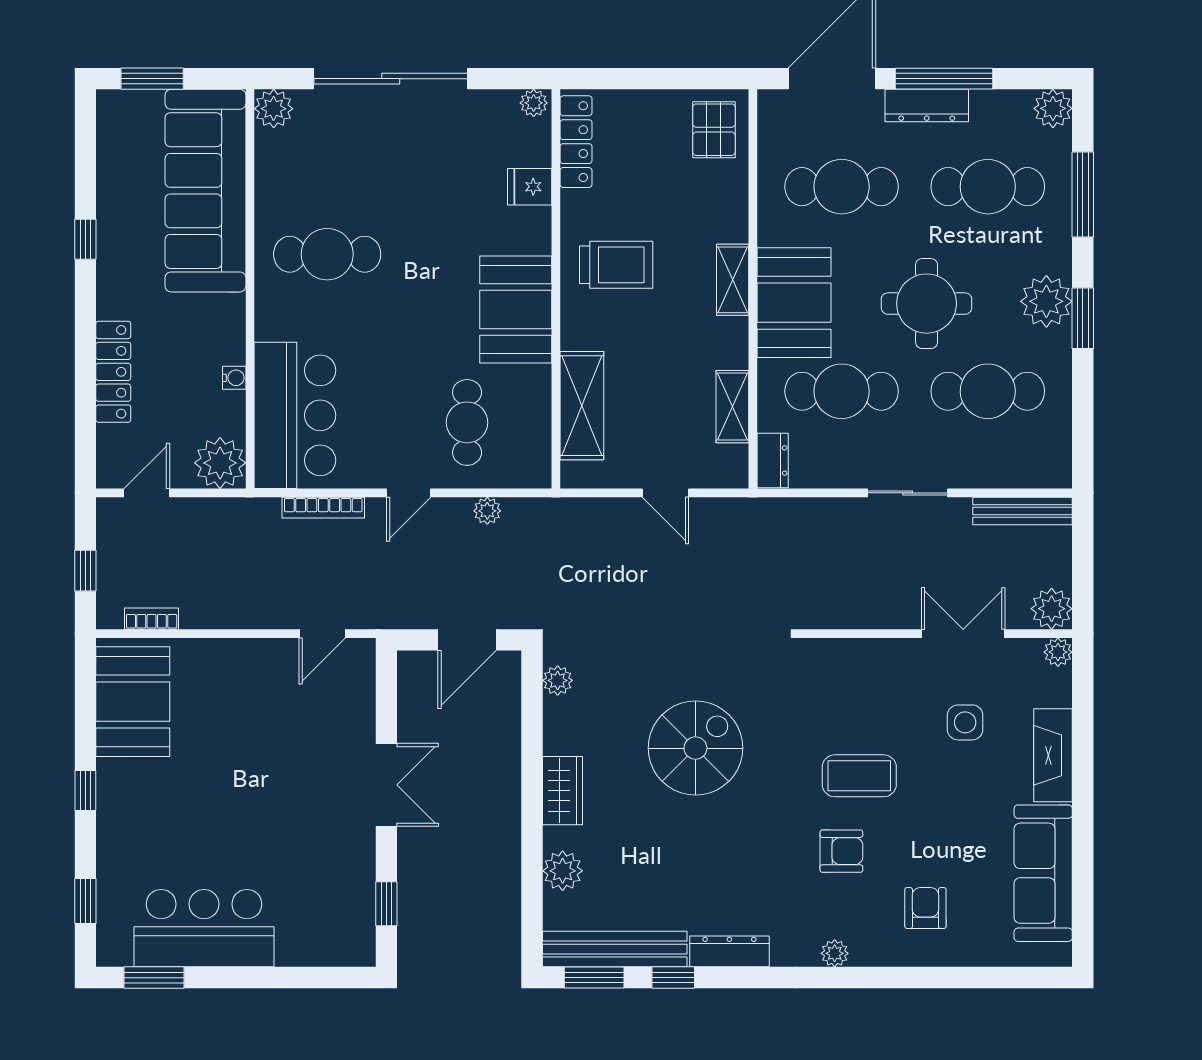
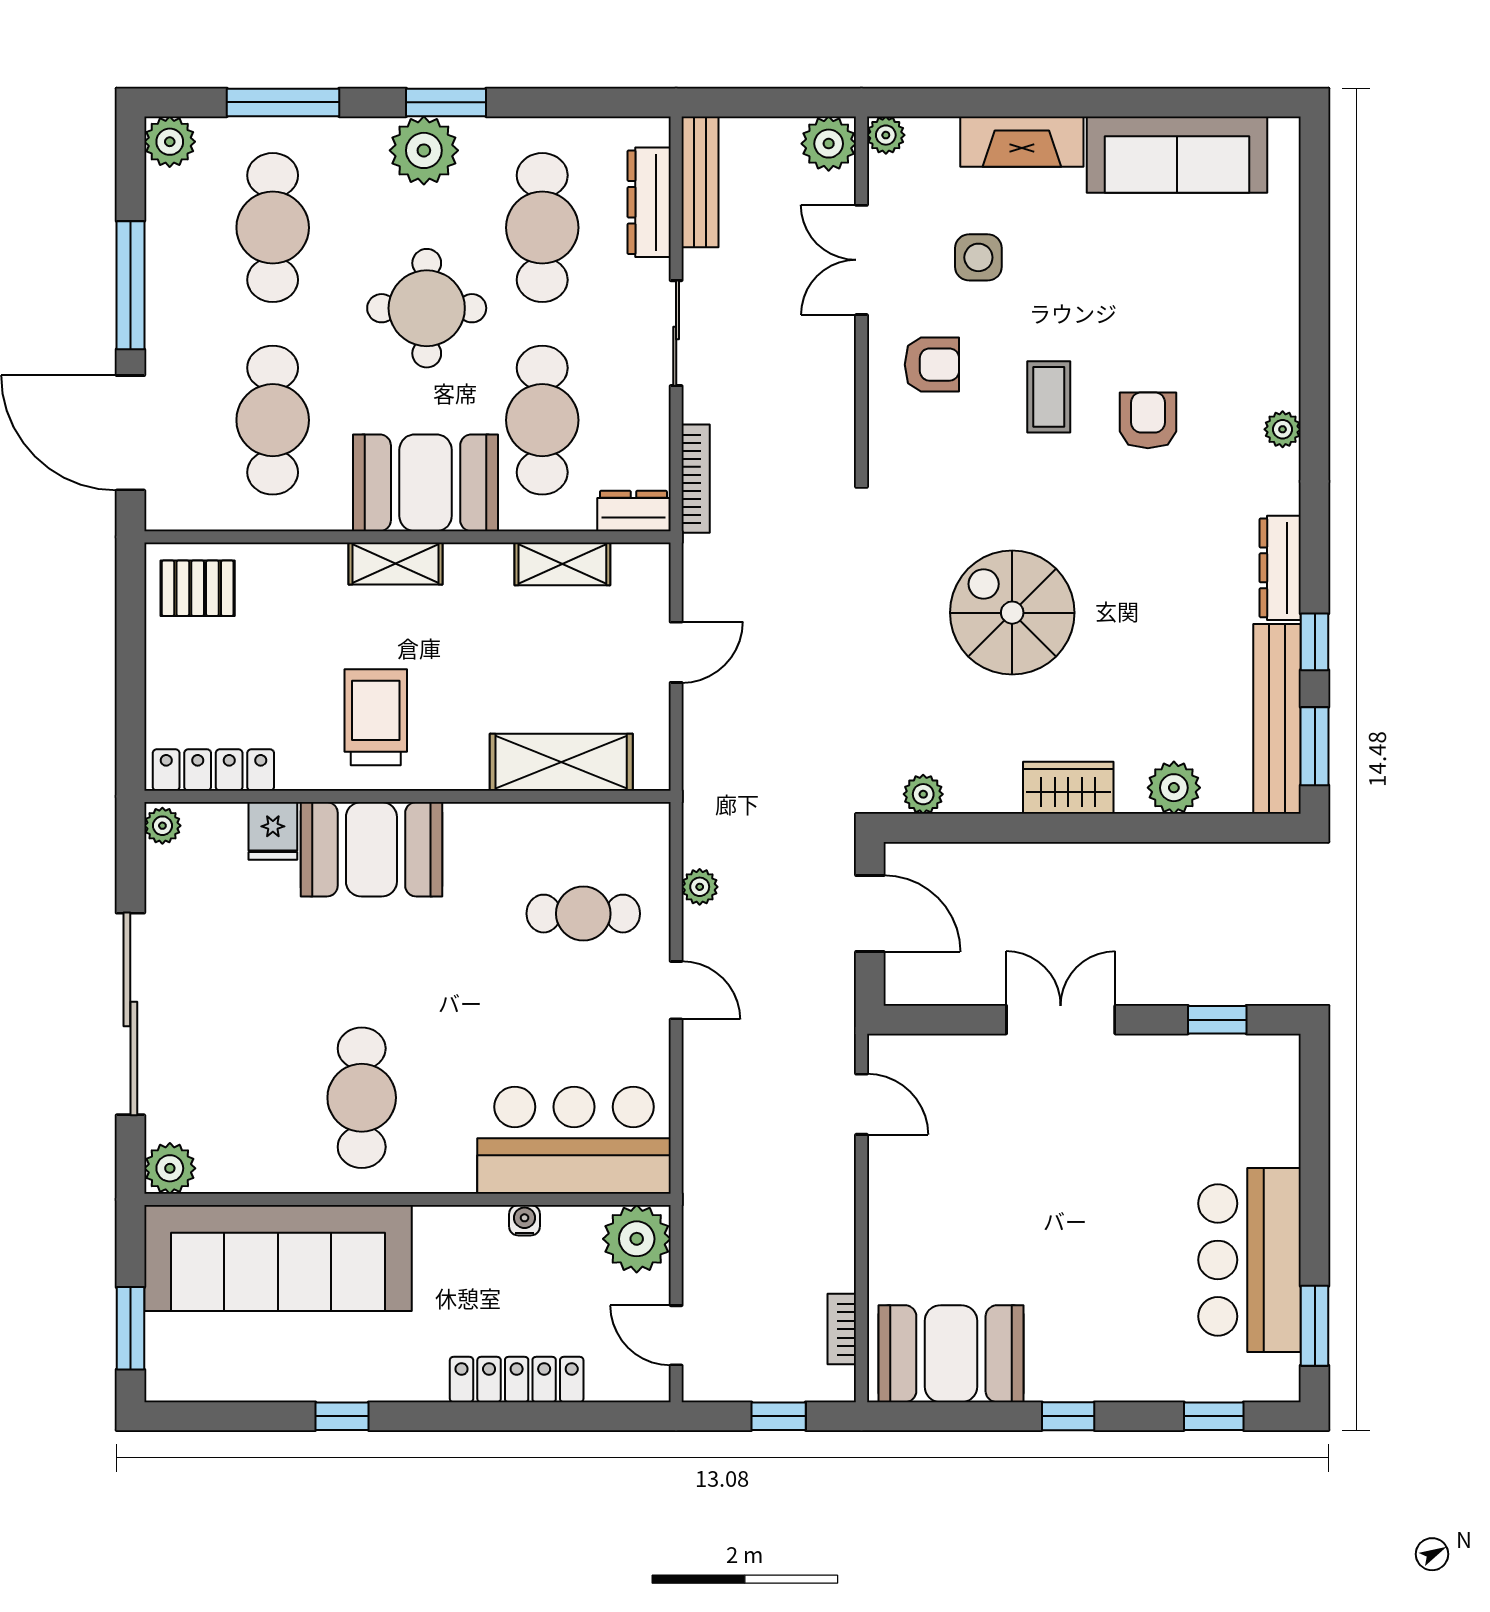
dresser: (927, 105) -> (649, 202), moved, turned 180
booth: (516, 309) -> (371, 849), moved
bookcase: (323, 508) -> (696, 479), moved
coffee table: (859, 776) -> (1049, 397), width x0.73, depth x0.77
armchair: (925, 908) -> (932, 365), moved, turned 180

